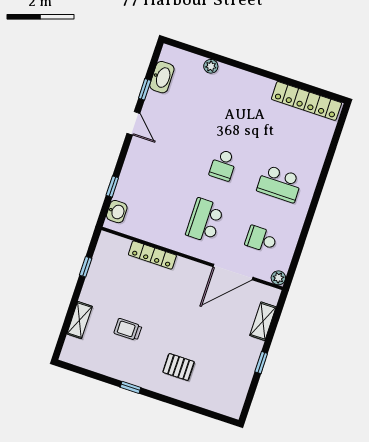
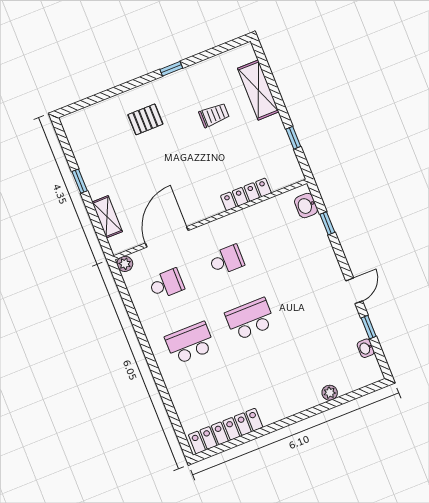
washbasin: (162, 77) -> (366, 348), width x0.52, depth x0.69
door: (133, 123) -> (354, 291), swing flipped
school desk: (223, 165) -> (250, 319), width x1.85
school desk: (205, 220) -> (226, 260), width x0.54
shelving: (80, 320) -> (258, 90), width x1.50, depth x1.33

